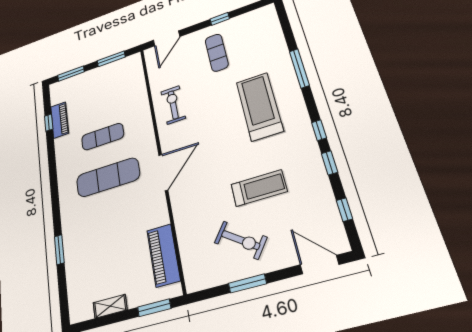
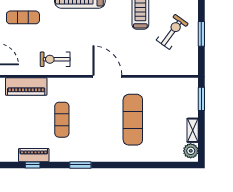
exercise mat: (108, 177) -> (133, 120), moved
window: (59, 250) -> (80, 165), moved
piano: (163, 255) -> (26, 87), moved
plant: (83, 310) -> (191, 151), added

